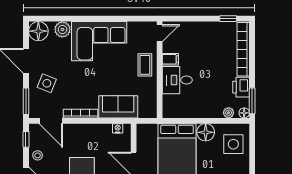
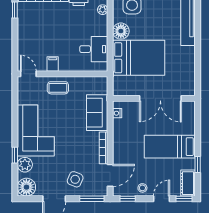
window: (73, 19) -> (15, 155), added
desk: (177, 80) -> (94, 49), moved, turned -90

